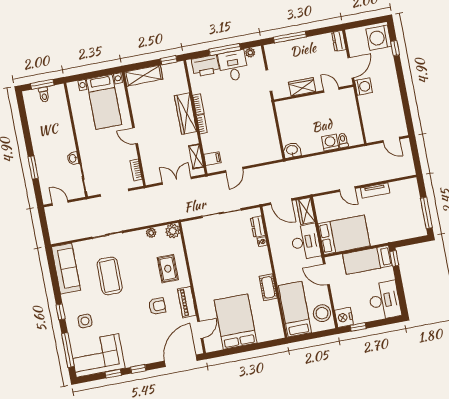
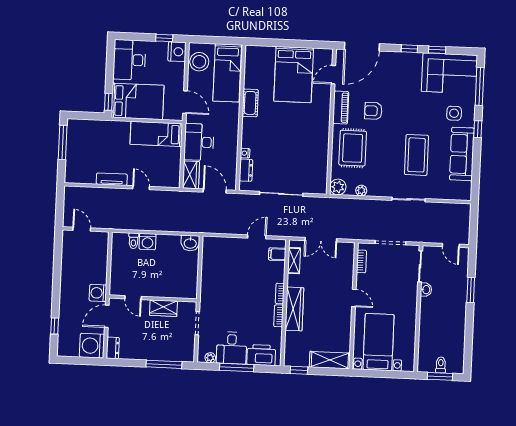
washing machine: (379, 38) -> (92, 346), moved, turned 180
bed: (344, 235) -> (156, 134), width x0.67
bed: (368, 260) -> (138, 101), width x1.50
sofa: (66, 269) -> (462, 154), moved
rug: (168, 269) -> (353, 148), width x1.36, depth x1.43

